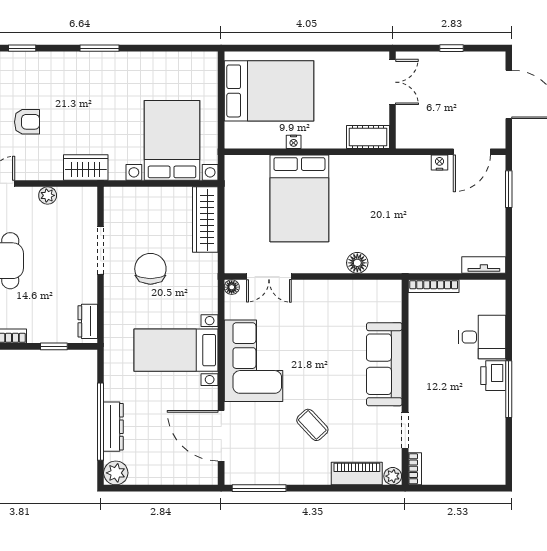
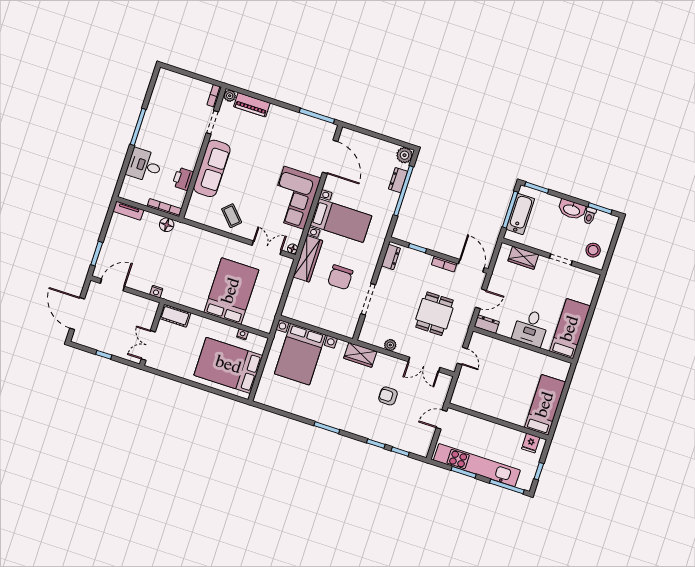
nightstand: (294, 142) -> (242, 334), moved
nightstand: (439, 163) -> (156, 292), moved
wardrobe: (205, 220) -> (308, 259), moved
floor lamp: (357, 263) -> (167, 225), moved
printer: (493, 376) -> (183, 179), moved, turned 180
coffee table: (312, 425) -> (232, 216), moved
dresser: (113, 427) -> (398, 180), width x0.70

